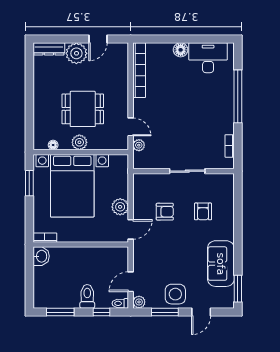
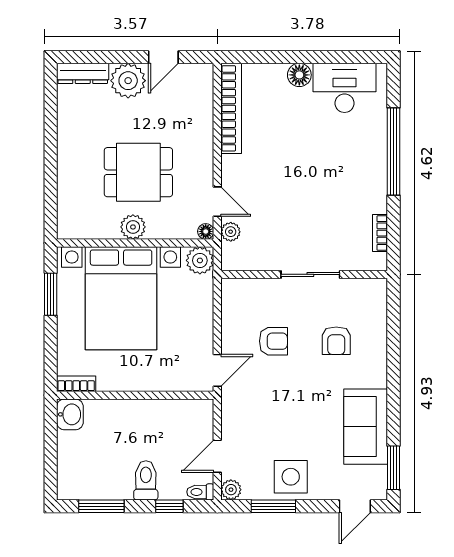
floor lamp: (53, 145) -> (206, 231), moved
plant: (120, 207) -> (200, 260), moved
door: (201, 312) -> (355, 506), moved

